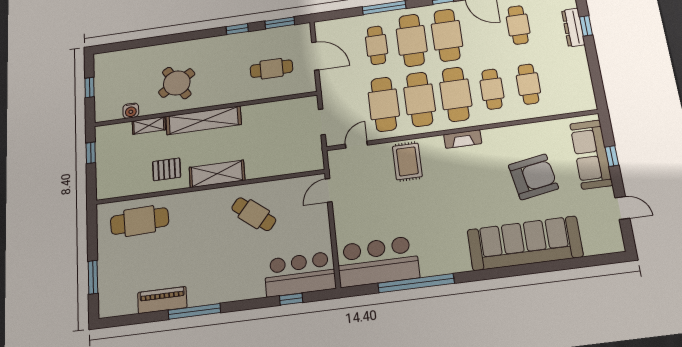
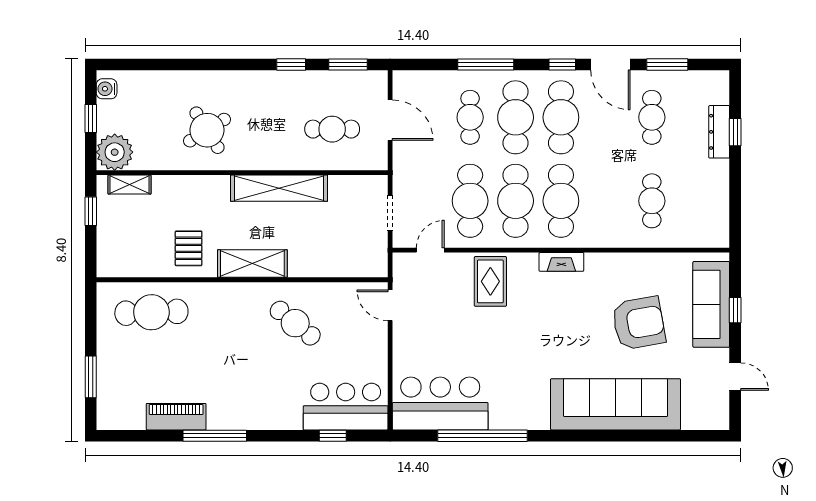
cafe table: (492, 89) -> (606, 201), removed
plant: (108, 108) -> (115, 152), added
water cooler: (131, 111) -> (107, 89), moved, turned 90
shelving: (204, 120) -> (279, 188), moved
shelving: (149, 125) -> (130, 185), moved
pallet: (167, 169) -> (189, 248), turned 90
door: (329, 190) -> (390, 305), hinge flipped

